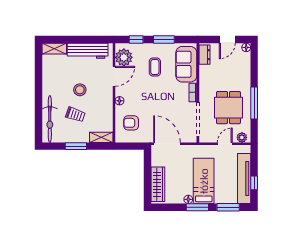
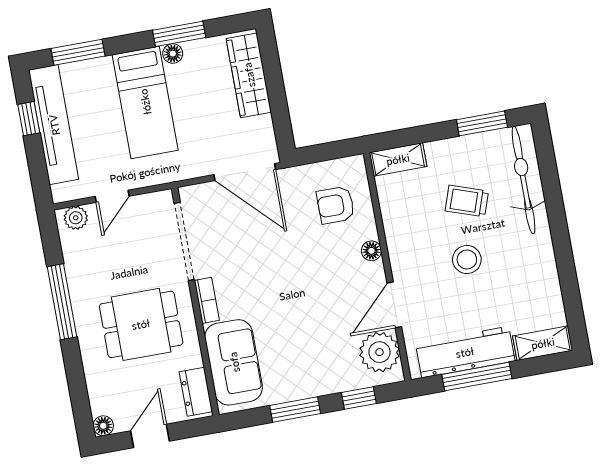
window: (85, 40) -> (477, 377), added
coffee table: (155, 67) -> (304, 343), removed
dining table: (228, 108) -> (141, 324), moved, turned 90
armchair: (131, 123) -> (336, 205), turned 180
window: (76, 146) -> (482, 123), moved
window: (197, 207) -> (179, 34), moved

